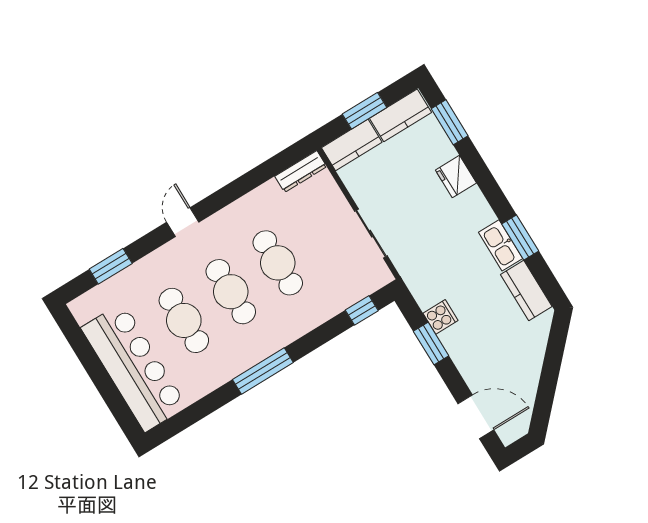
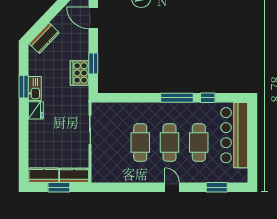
window: (450, 122) -> (24, 158), removed
dresser: (301, 171) -> (105, 177), removed
fridge: (456, 177) -> (36, 110), moved
door: (183, 222) -> (172, 187), swing flipped
kitchen counter: (526, 290) -> (44, 38), moved, turned 44
window: (362, 310) -> (208, 98), moved
cooker: (440, 317) -> (80, 73), width x1.87, depth x1.31

